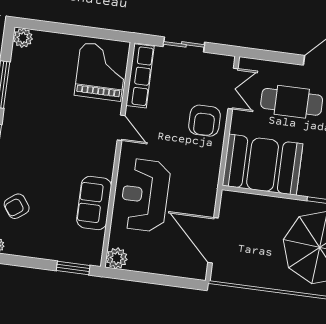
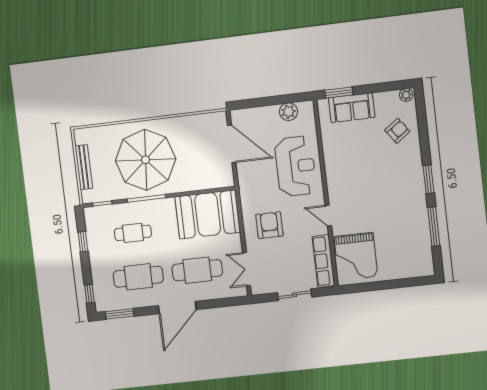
plant: (23, 38) -> (426, 268), removed
armchair: (204, 121) -> (269, 225), moved
sofa: (94, 203) -> (352, 108), moved, turned 90
plant: (117, 258) -> (288, 112), moved

